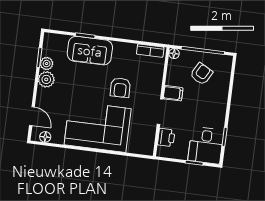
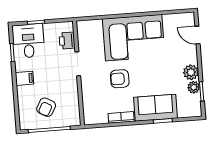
bookcase: (150, 51) -> (121, 117), moved
floor lamp: (174, 54) -> (76, 121), removed
armchair: (120, 88) -> (120, 79), turned -89
filing cabinet: (173, 93) -> (25, 78), moved, turned 180
floor lamp: (45, 137) -> (181, 18), removed

